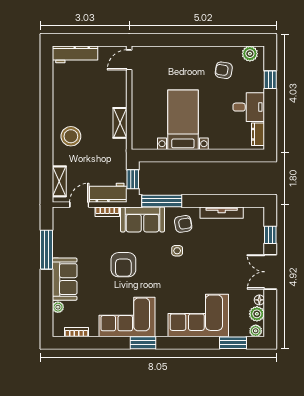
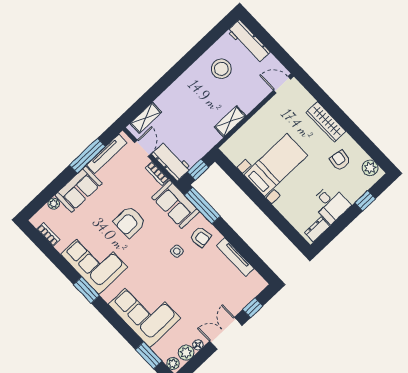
wardrobe: (186, 54) -> (326, 122), added
stool: (71, 136) -> (221, 69), moved
door: (79, 205) -> (143, 148), hinge flipped
tv unit: (58, 234) -> (107, 154), added

